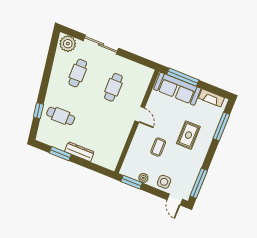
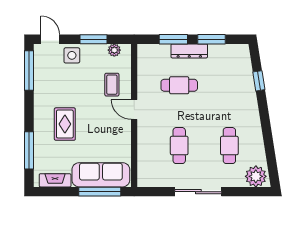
sliding door: (101, 44) -> (198, 192), moved
door: (140, 114) -> (134, 109), moved
cafe table: (61, 116) -> (179, 85), moved
coffee table: (158, 147) -> (112, 85), moved
window: (87, 164) -> (173, 39), added
plant: (143, 178) -> (114, 50), moved
window: (132, 182) -> (93, 39), moved

